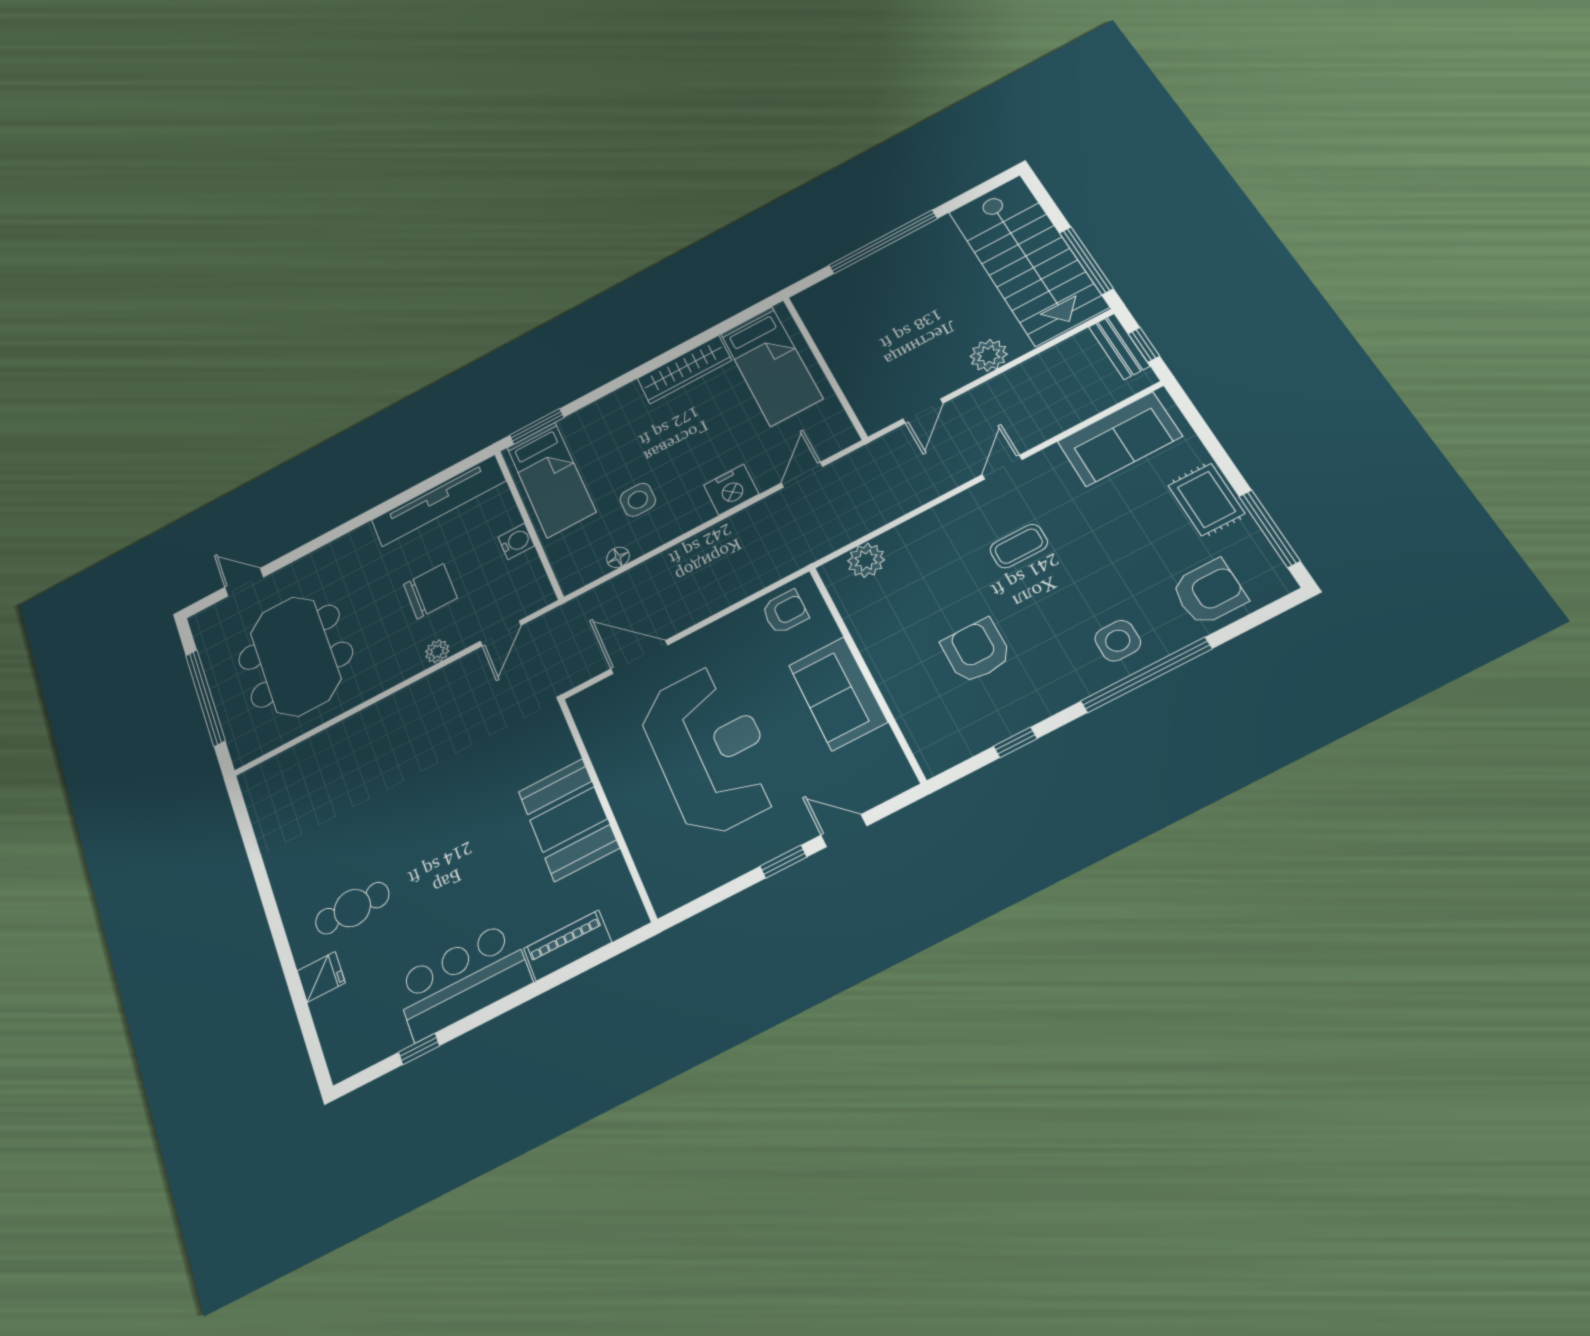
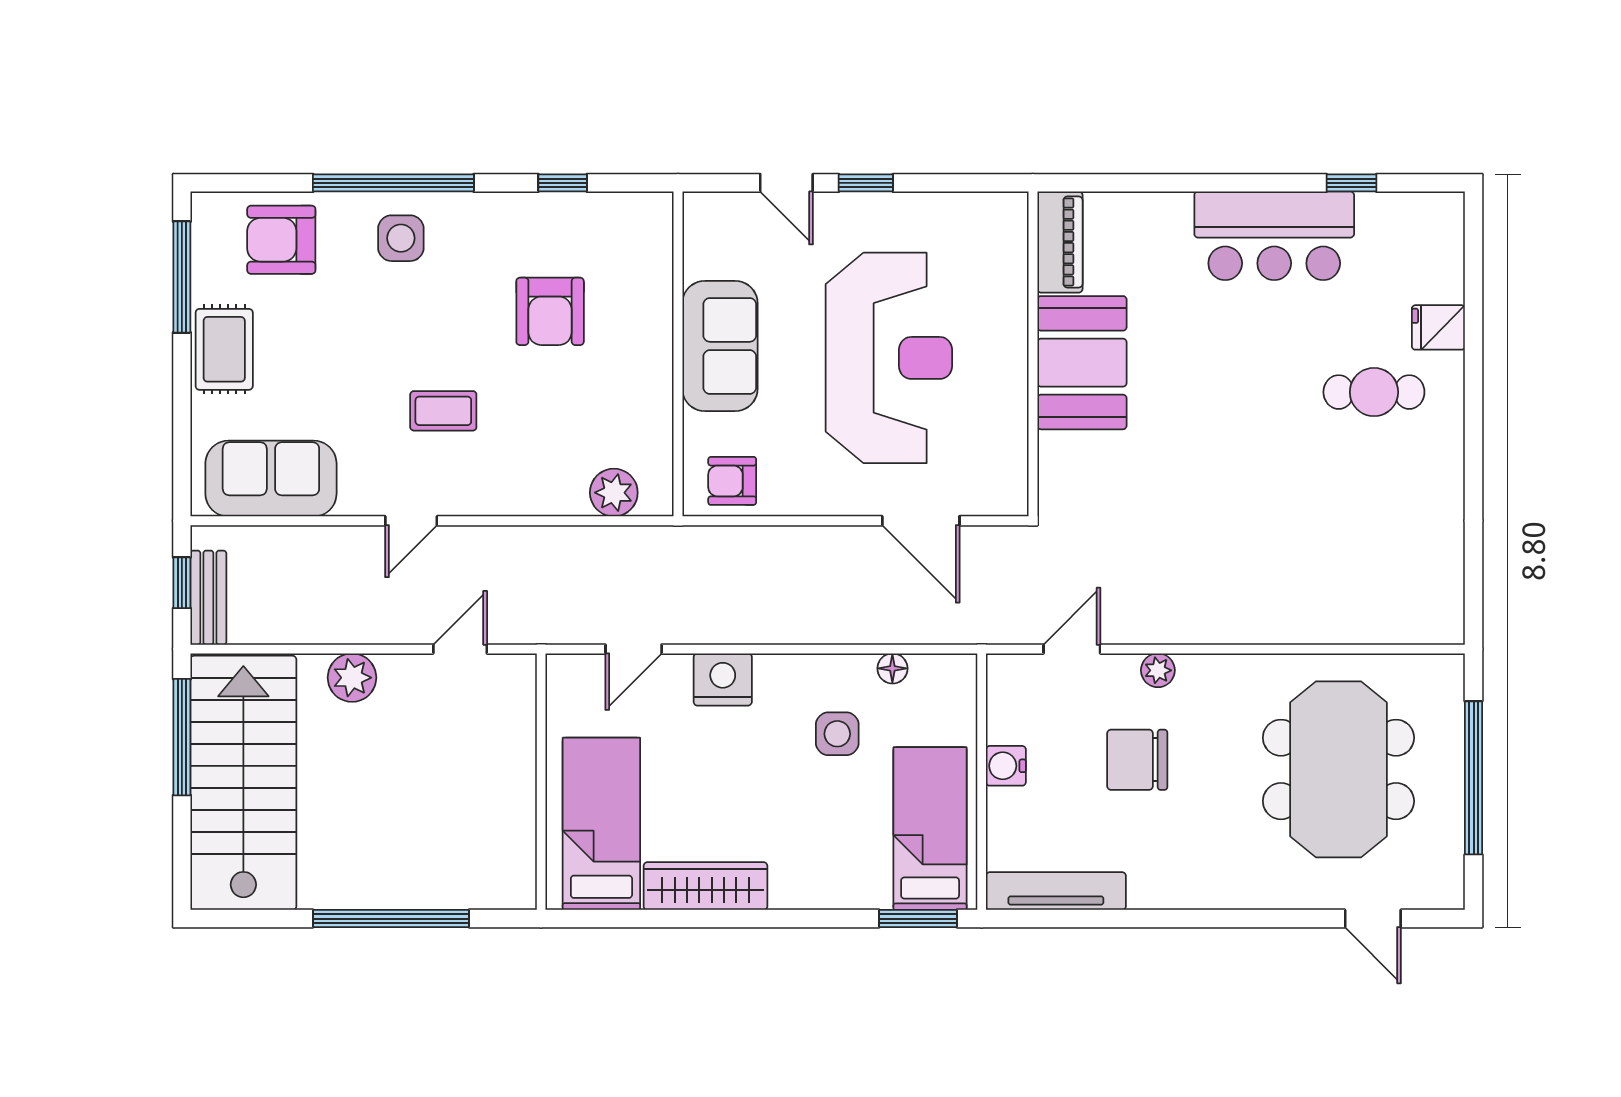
tv unit: (439, 501) -> (1056, 891), width x0.73, depth x0.78
reception desk: (710, 750) -> (889, 358), turned 180
piano: (567, 945) -> (1060, 242), moved, turned -90

